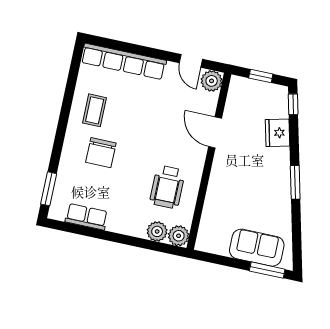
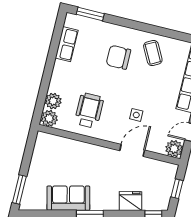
coffee table: (95, 110) -> (153, 53), turned 62
side table: (171, 129) -> (136, 115), added
wheelchair: (167, 187) -> (89, 110), turned 90
sofa: (257, 248) -> (68, 198), moved, turned -104

